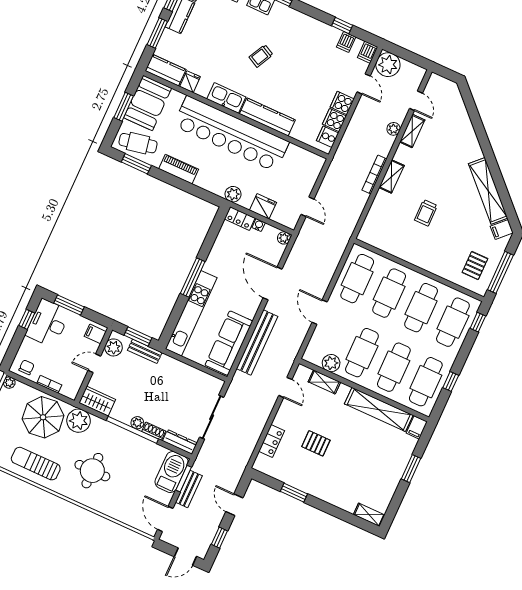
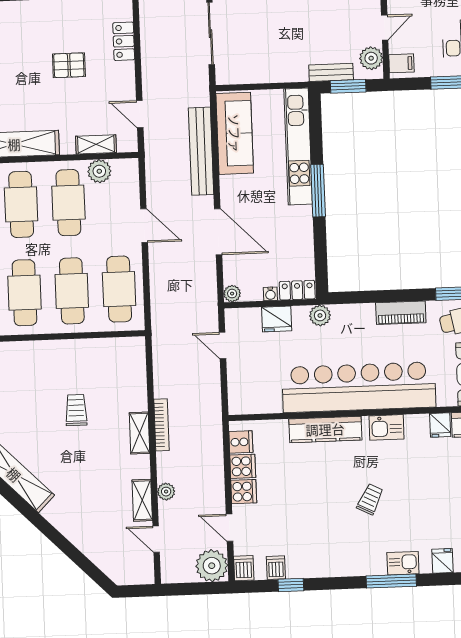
kitchen sink: (226, 98) -> (386, 427), width x0.73

